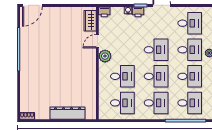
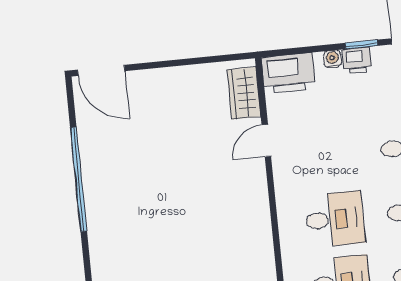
door: (32, 5) -> (101, 70), hinge flipped
printer: (104, 12) -> (288, 73), width x1.87, depth x1.48
plant: (105, 56) -> (288, 175), removed

